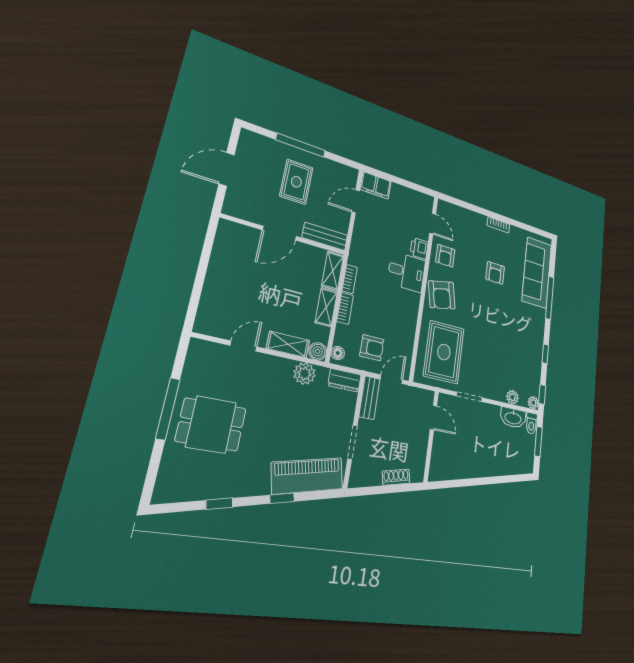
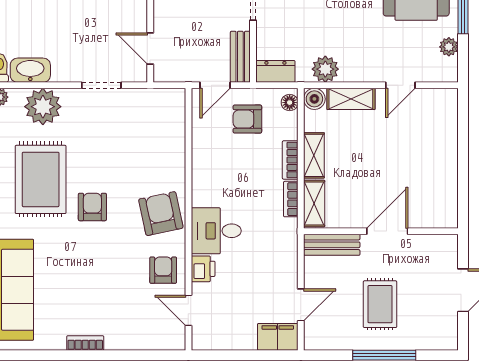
armchair: (495, 273) -> (92, 207), moved
rug: (444, 352) -> (41, 179), moved
plant: (192, 370) -> (449, 47), added
plant: (512, 397) -> (43, 107), width x1.87, depth x1.87

